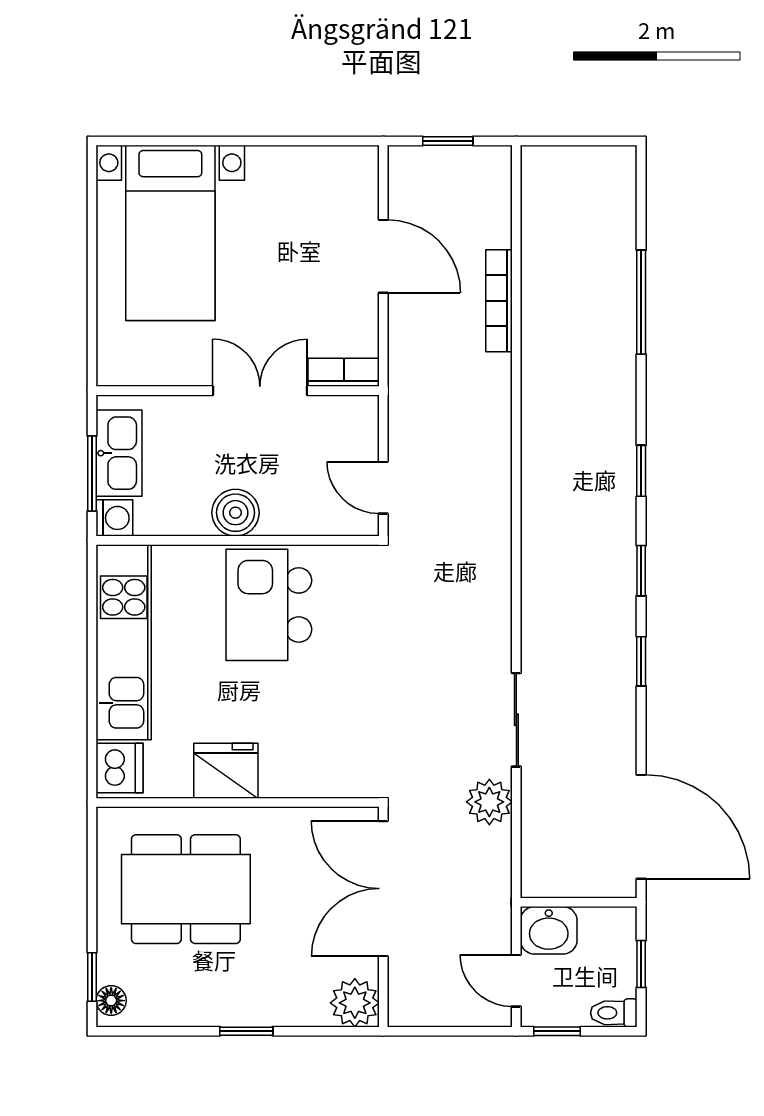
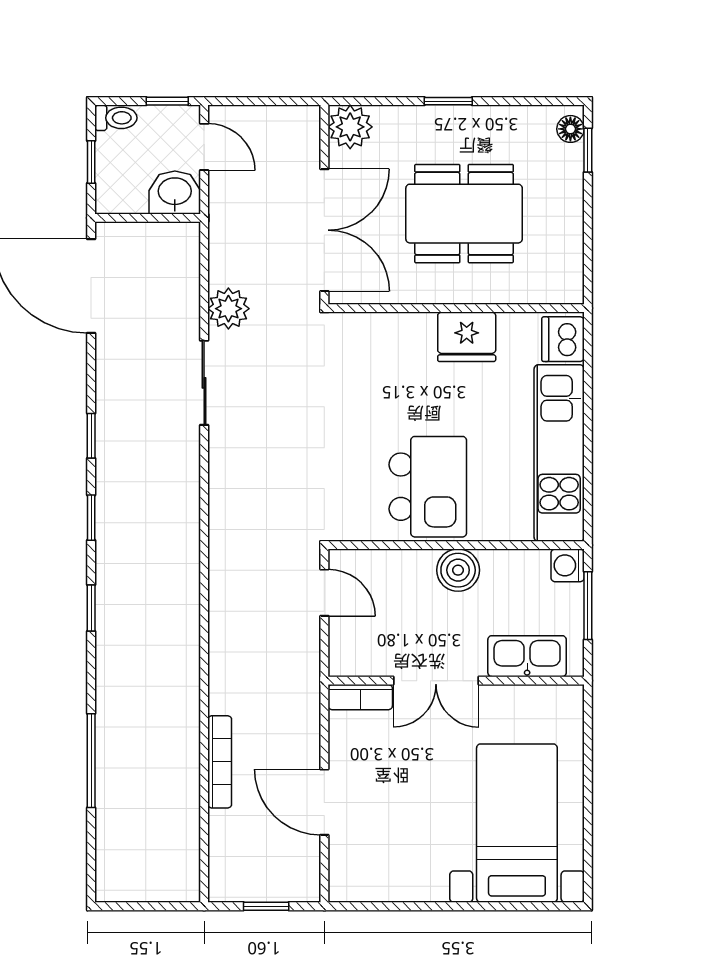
kitchen sink: (119, 453) -> (527, 656), moved, turned 90
dining table: (186, 889) -> (464, 214), moved

